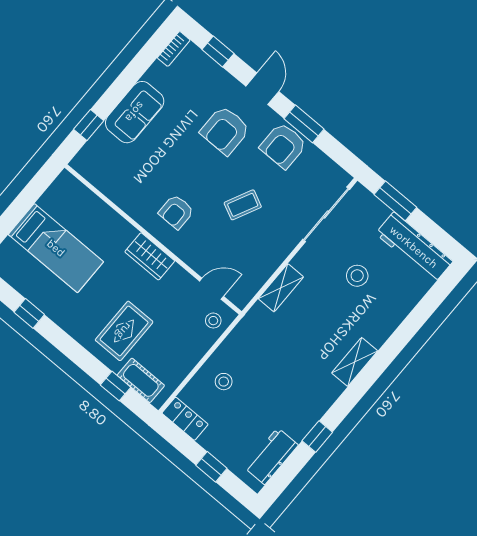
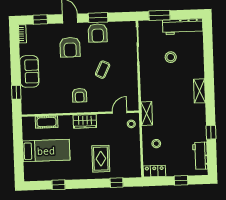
shelving: (281, 288) -> (147, 114), moved
cot: (141, 380) -> (47, 122), moved

